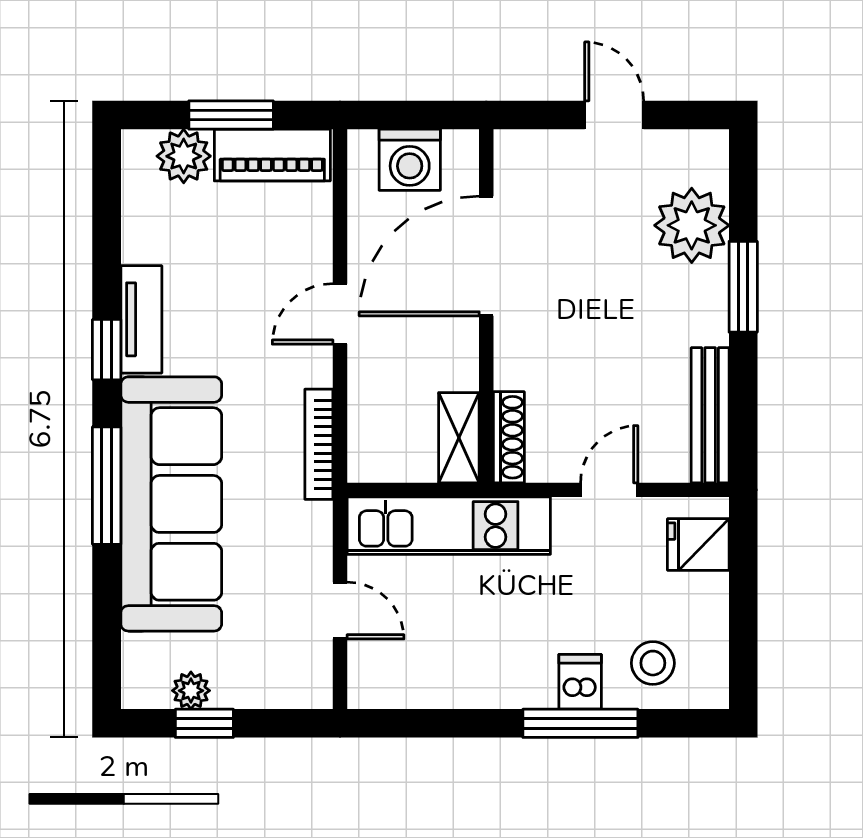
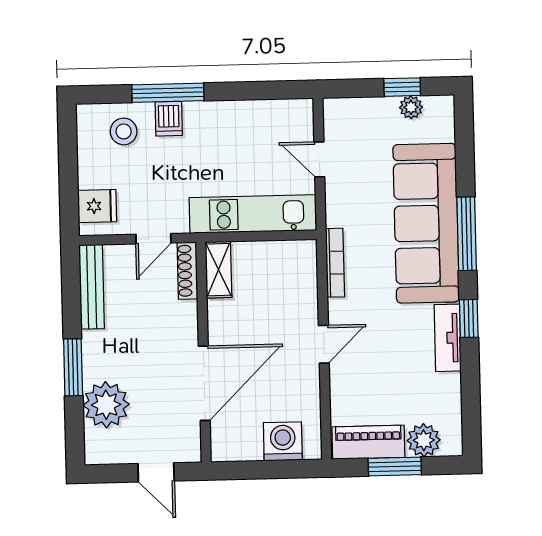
door: (486, 256) -> (204, 383), moved
wall: (486, 306) -> (203, 352), moved
shoe rack: (509, 437) -> (187, 271), moved
shelving: (459, 438) -> (219, 270), moved

